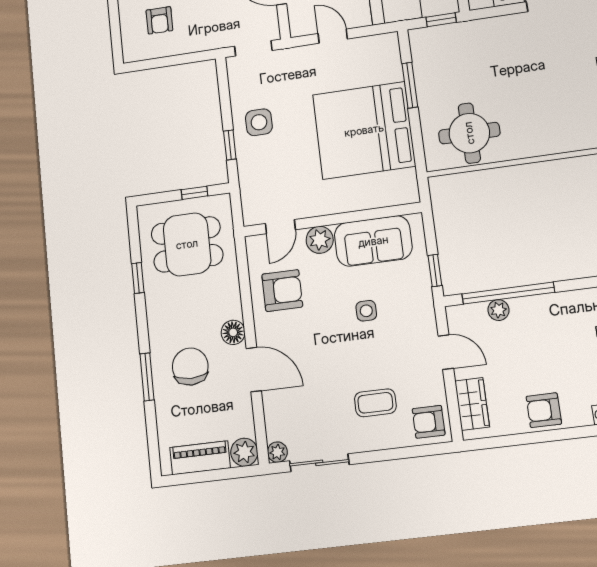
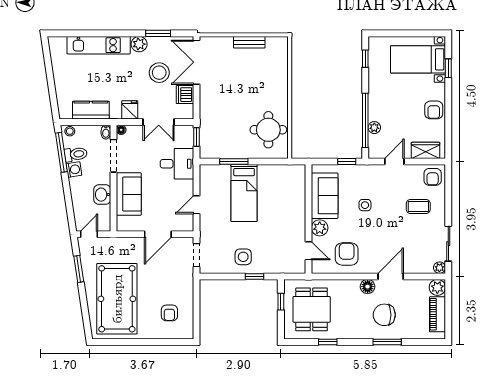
armchair: (159, 20) -> (169, 313), turned 90
bed: (364, 130) -> (244, 193), width x0.49
coffee table: (375, 403) -> (418, 206), turned 90

